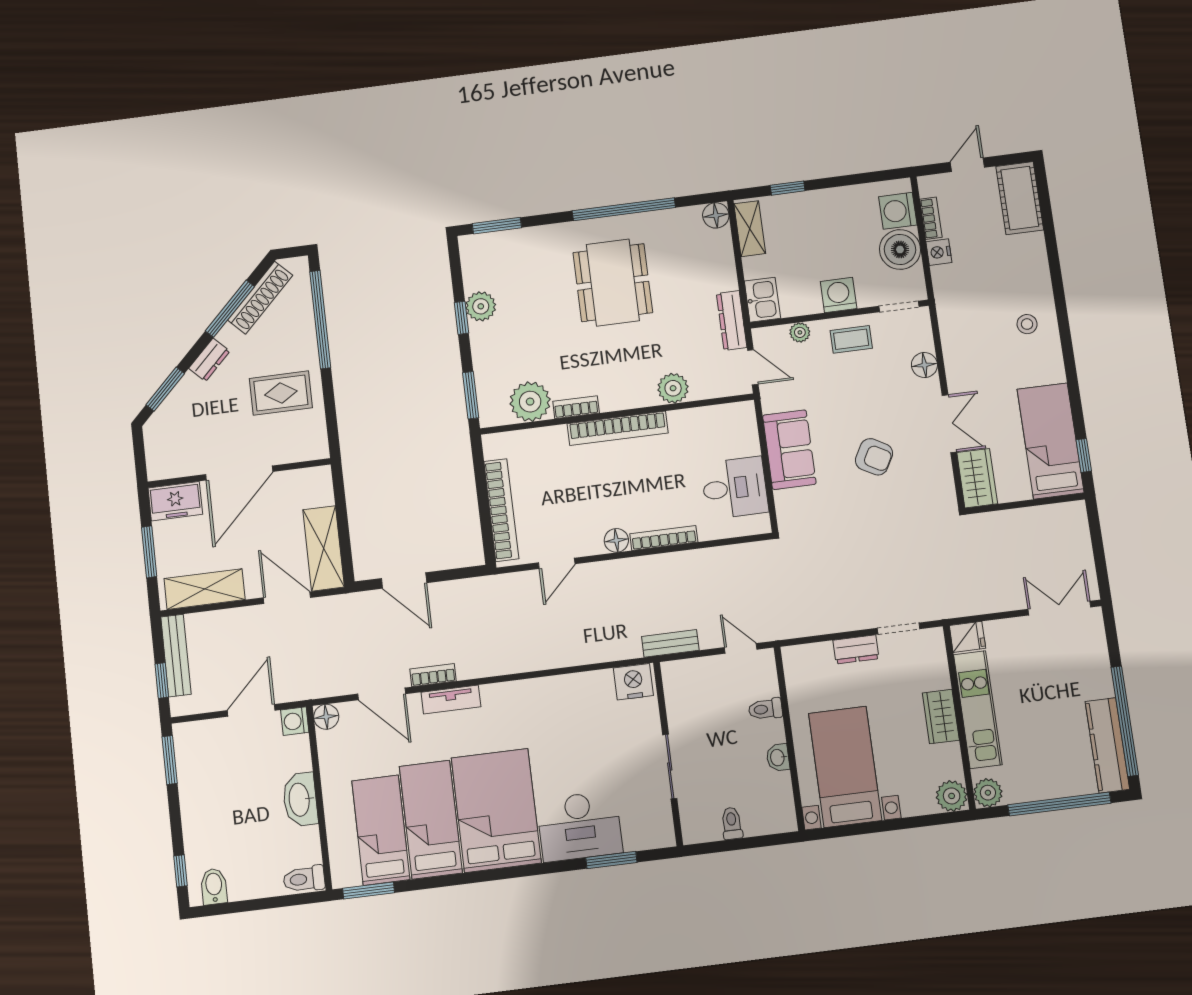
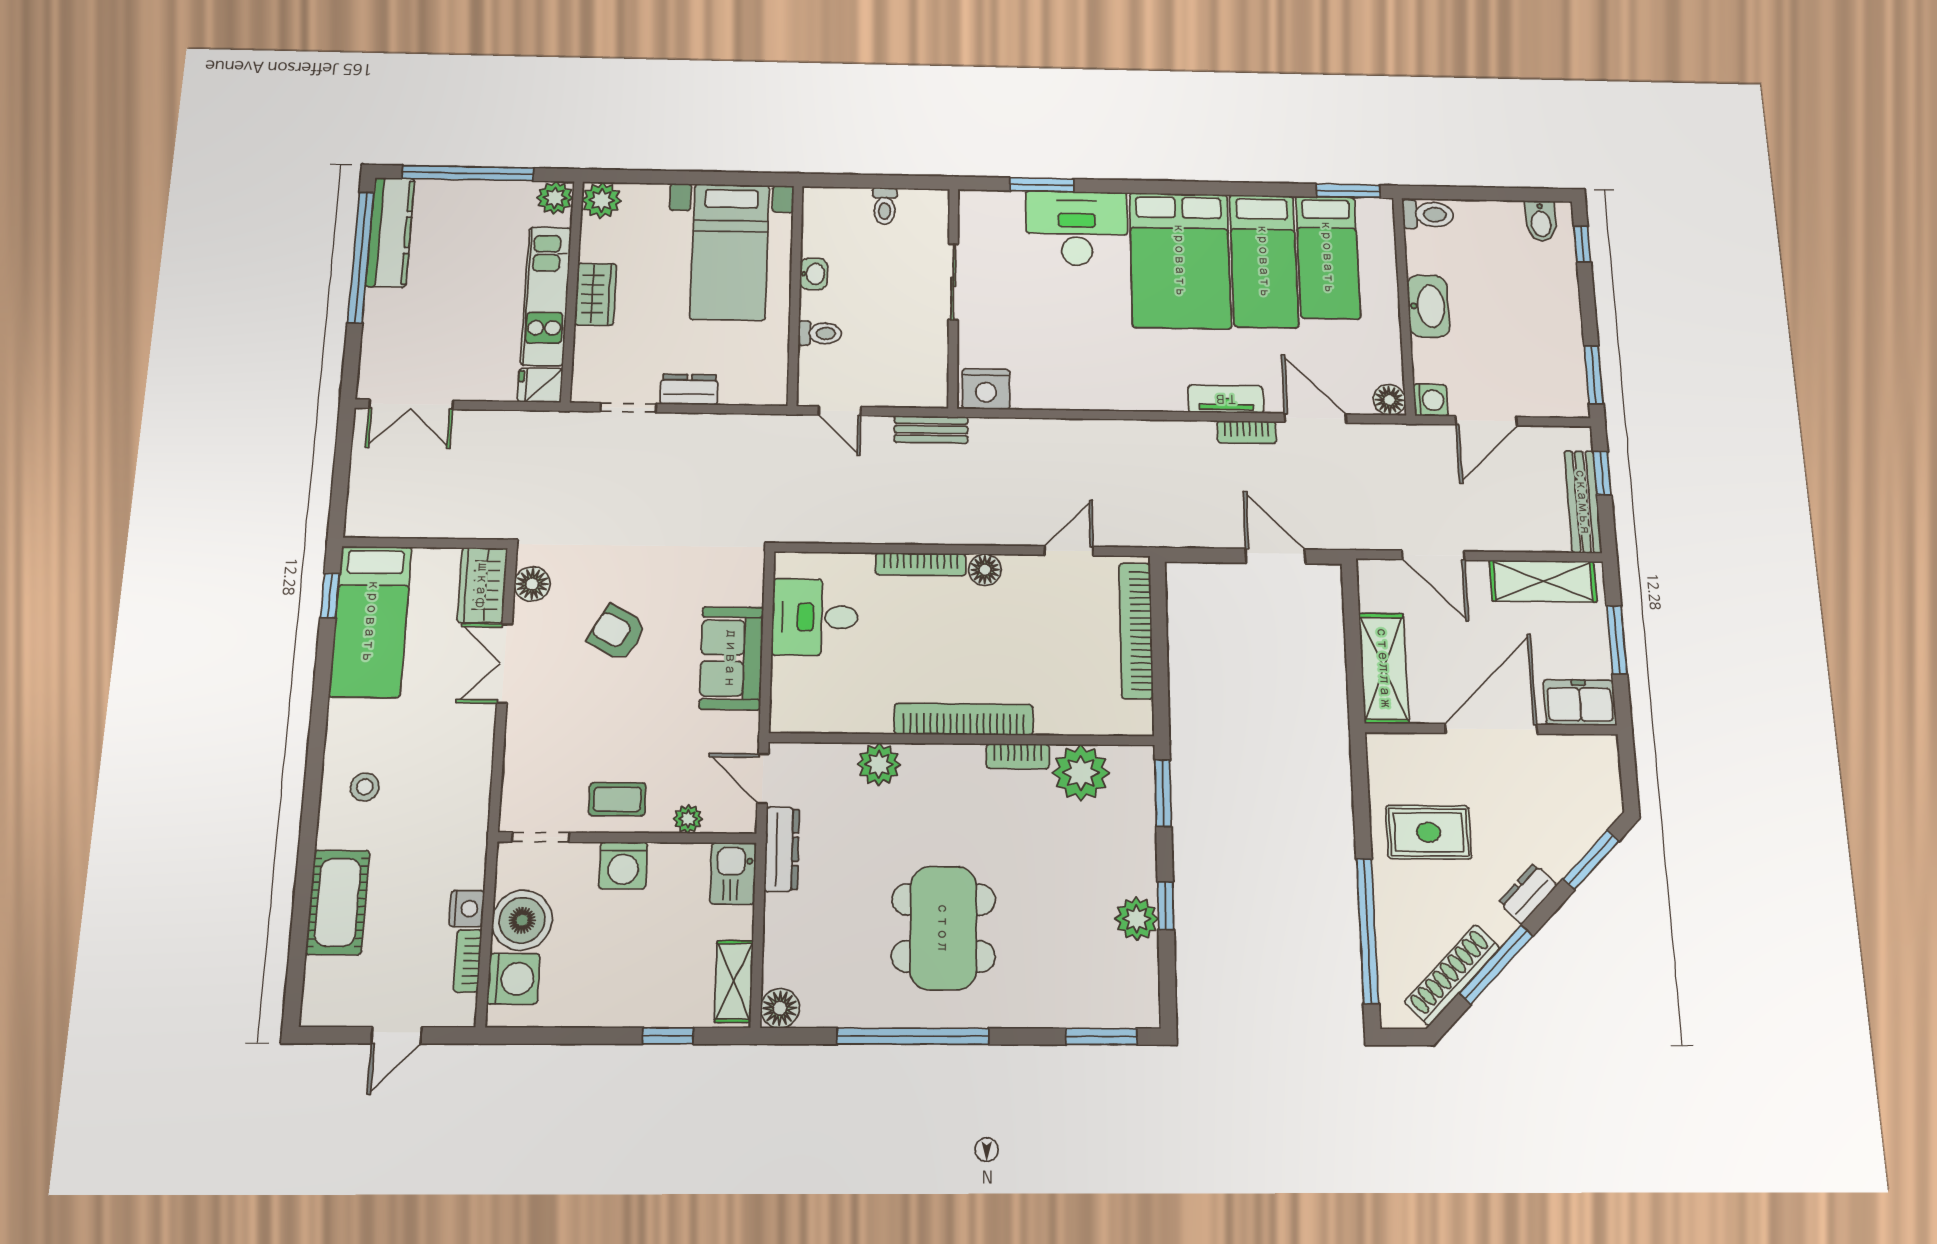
cot: (1020, 198) -> (338, 902), moved
floor lamp: (924, 365) -> (532, 584), moved
shelving: (323, 548) -> (1384, 668), moved

